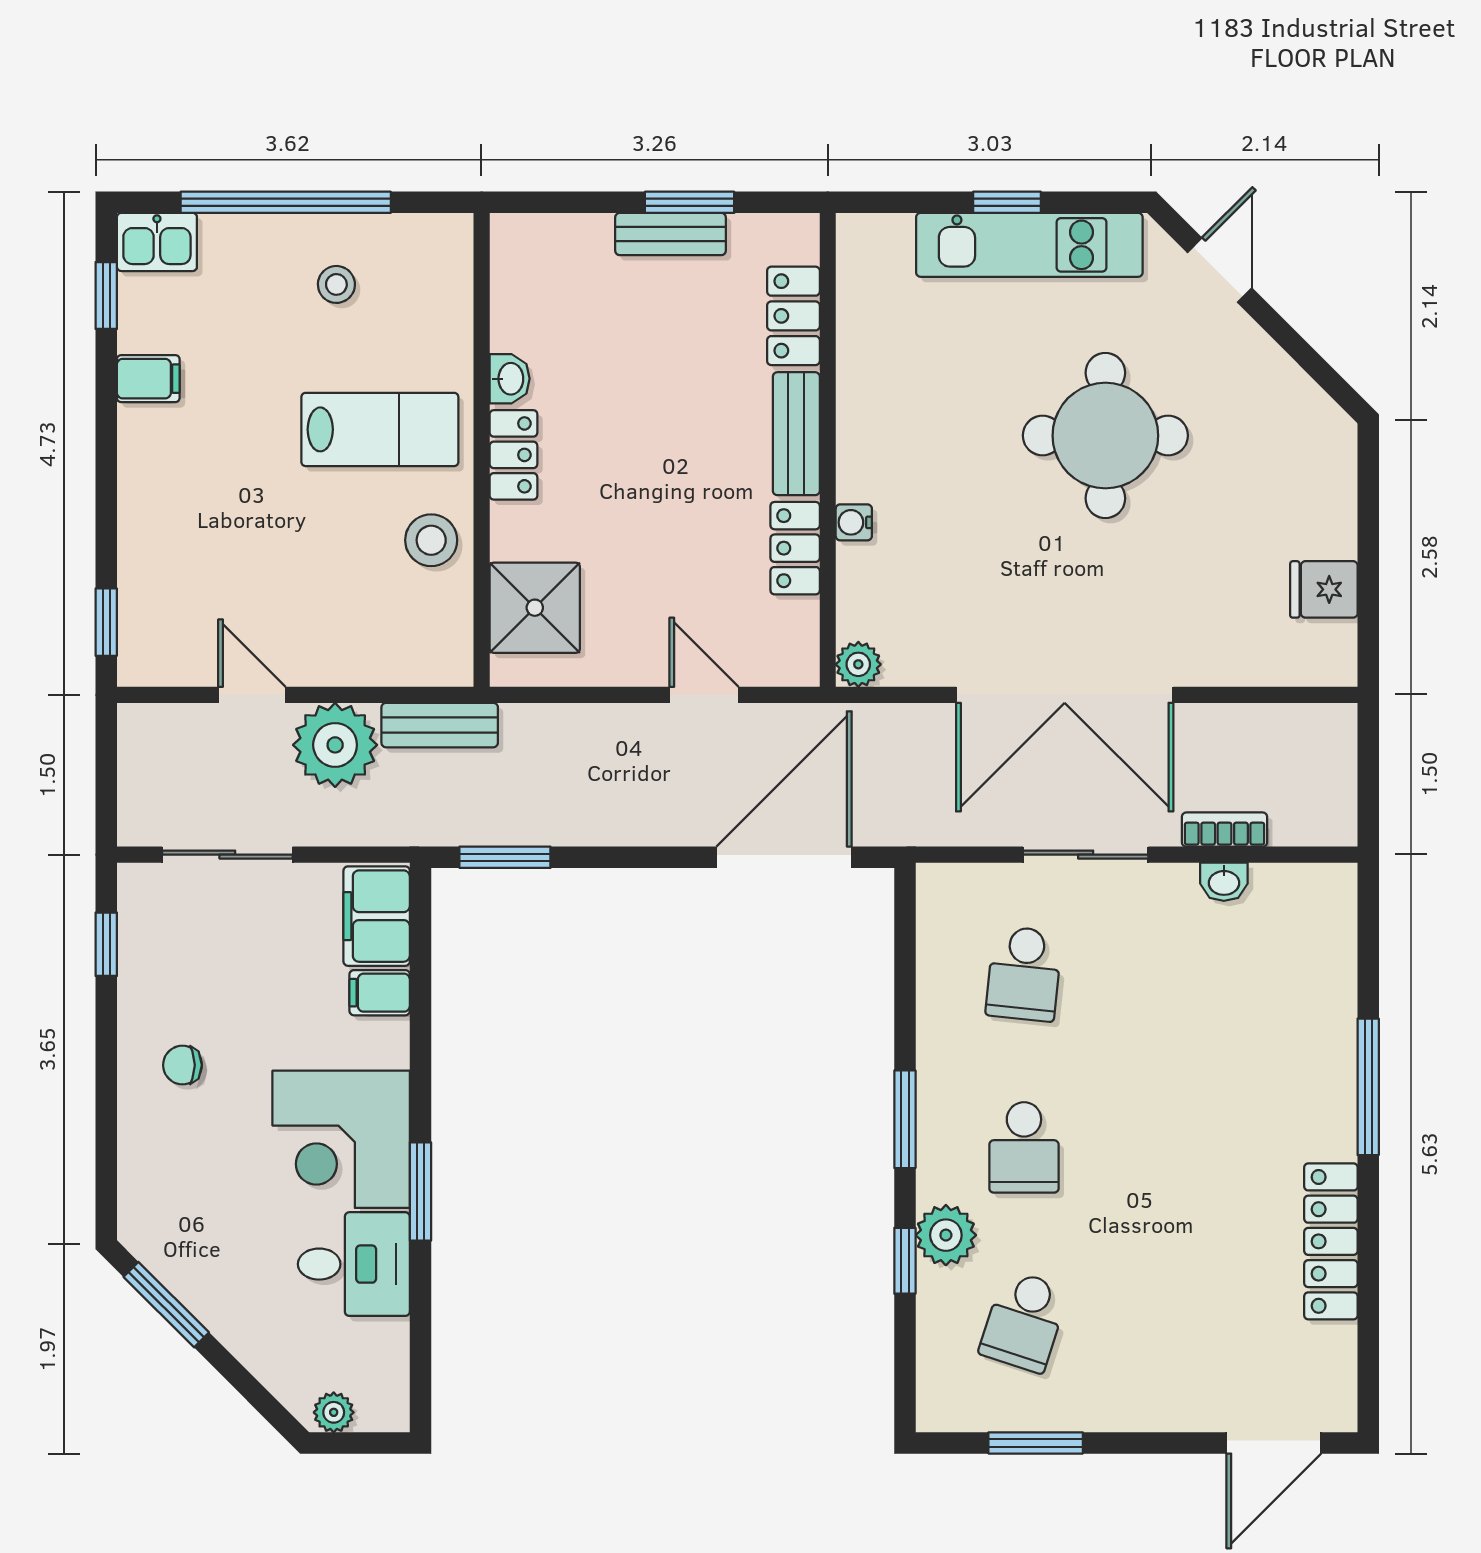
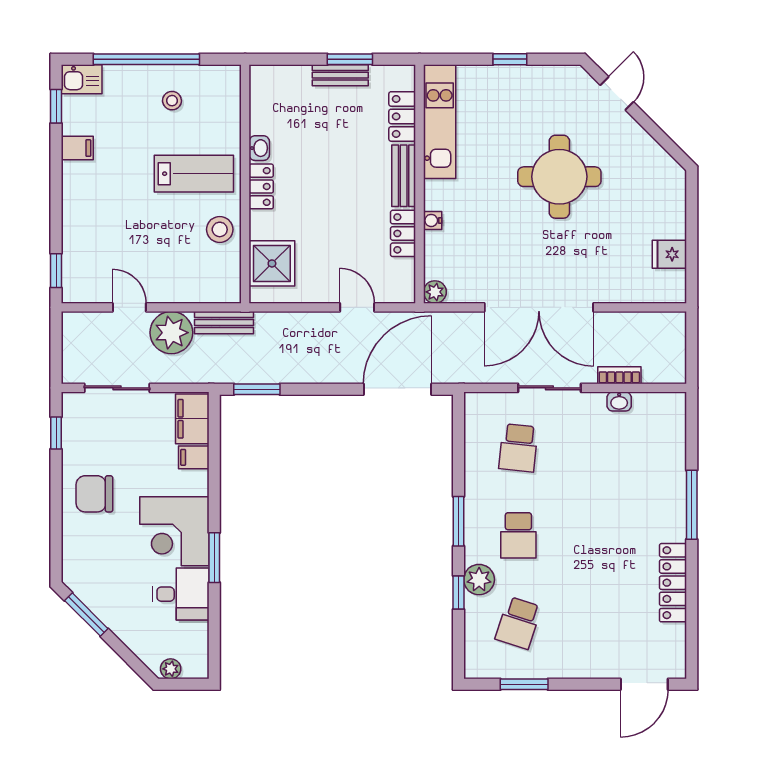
kitchen unit: (1029, 245) -> (440, 122), moved, turned -90
chair: (182, 1065) -> (94, 494), width x1.87, depth x1.87

